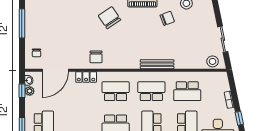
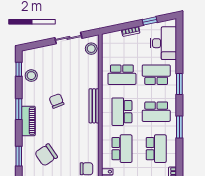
chair: (167, 18) -> (57, 101), moved
school desk: (116, 91) -> (122, 149), turned 180
school desk: (187, 91) -> (122, 75), turned 90

